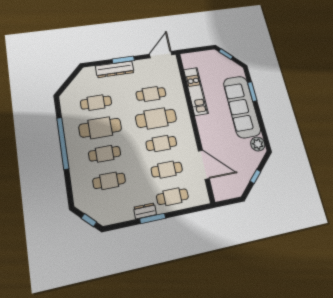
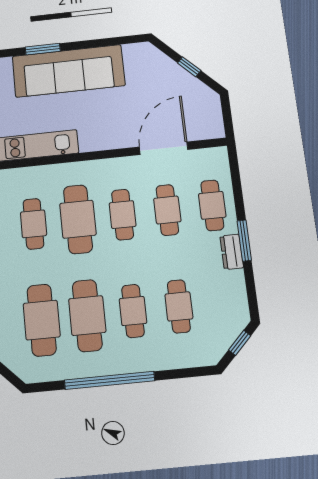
cafe table: (96, 103) -> (42, 320), width x1.37, depth x1.35
plant: (258, 144) -> (136, 54), removed

